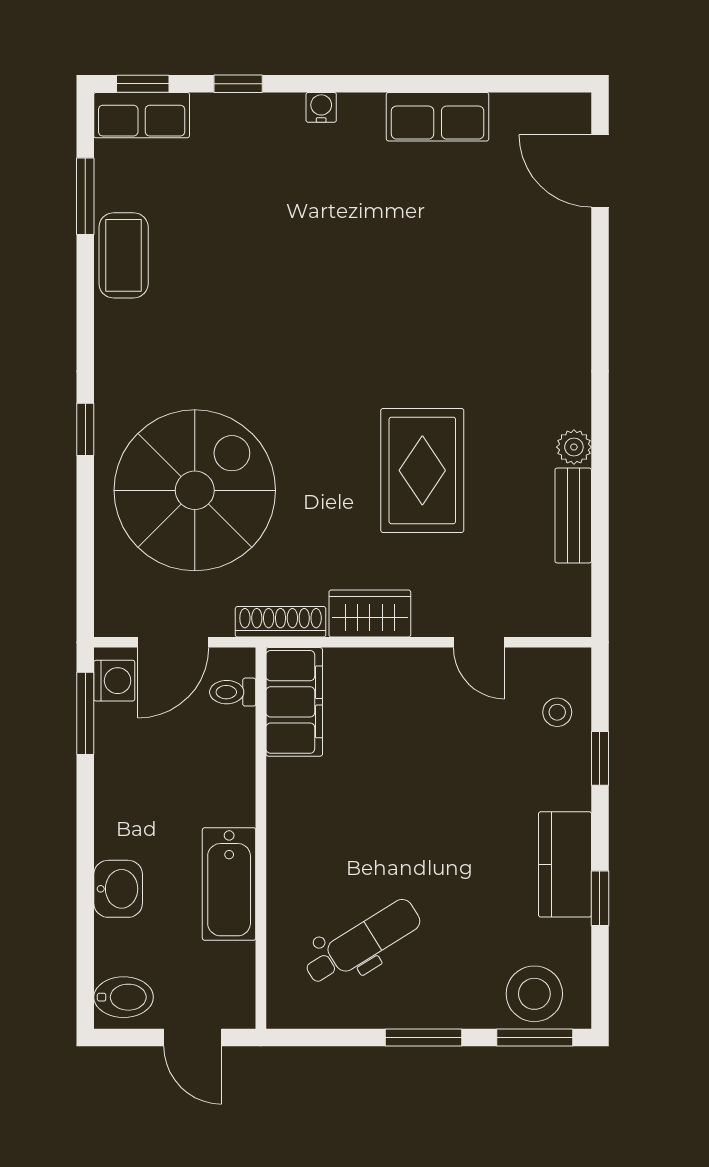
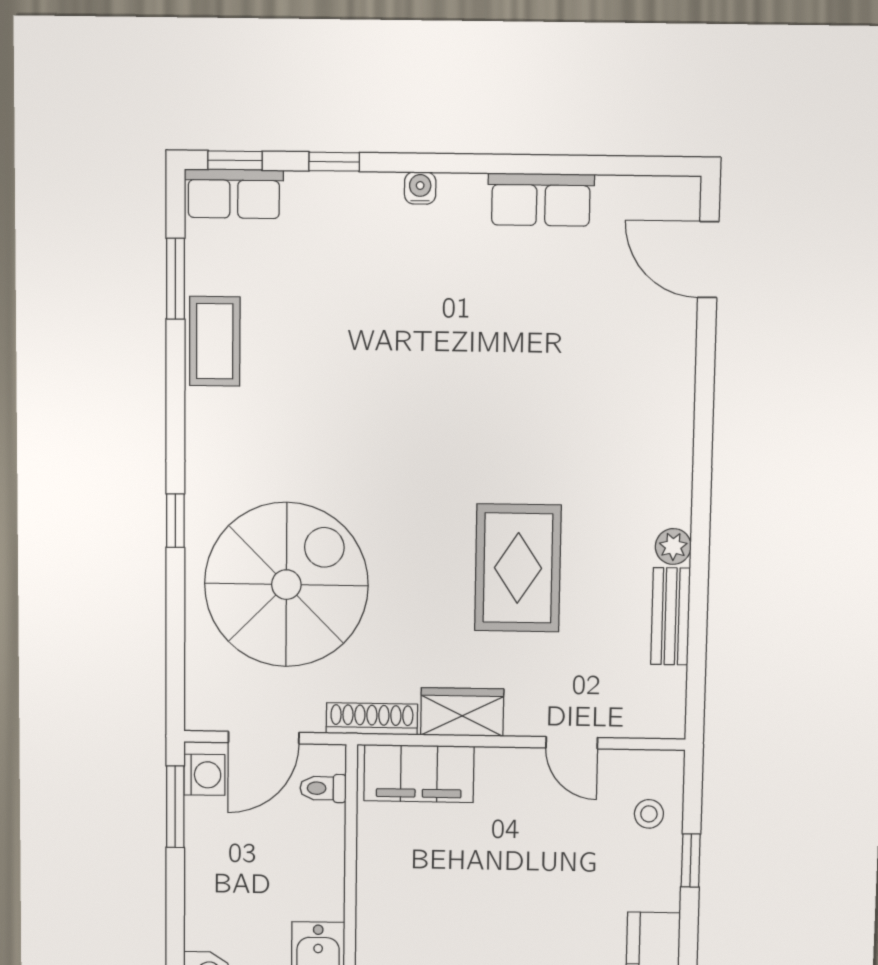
filing cabinet: (294, 702) -> (419, 774), moved, turned 90

